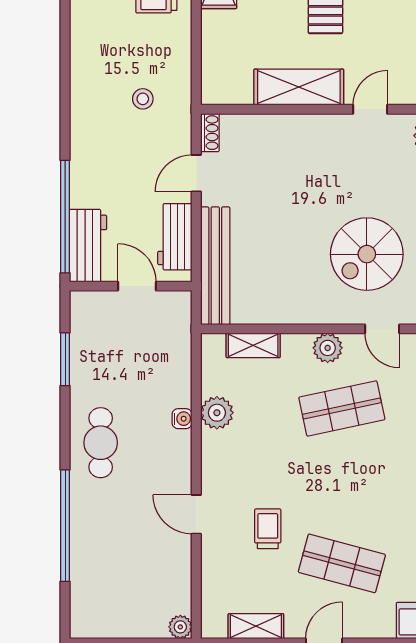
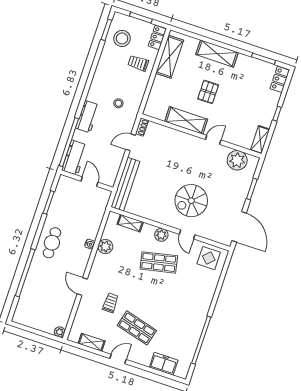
workbench: (175, 237) -> (87, 117), moved, turned 180

